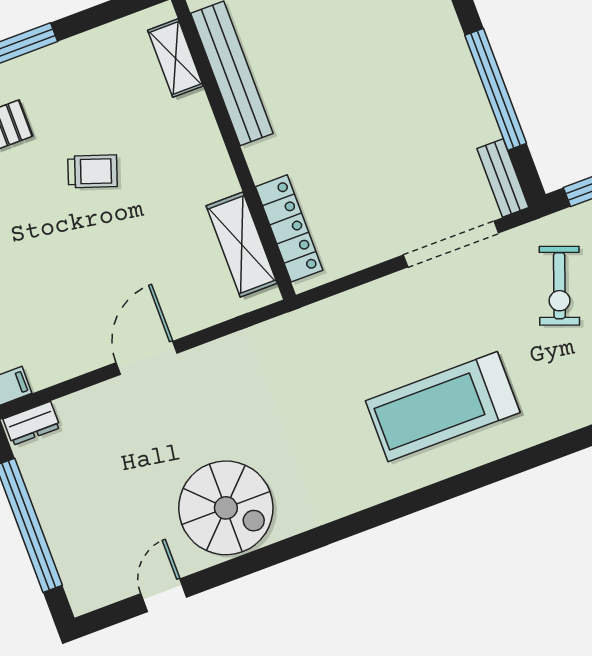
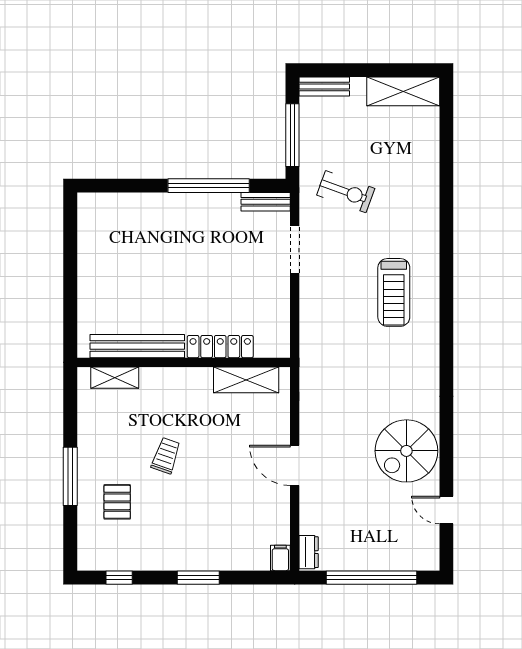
locker: (289, 228) -> (220, 347), moved
doorway: (451, 244) -> (295, 250), width x0.73
treadmill: (443, 407) -> (394, 292), width x0.73, depth x0.73
spiral stairs: (226, 508) -> (406, 451), turned 180

